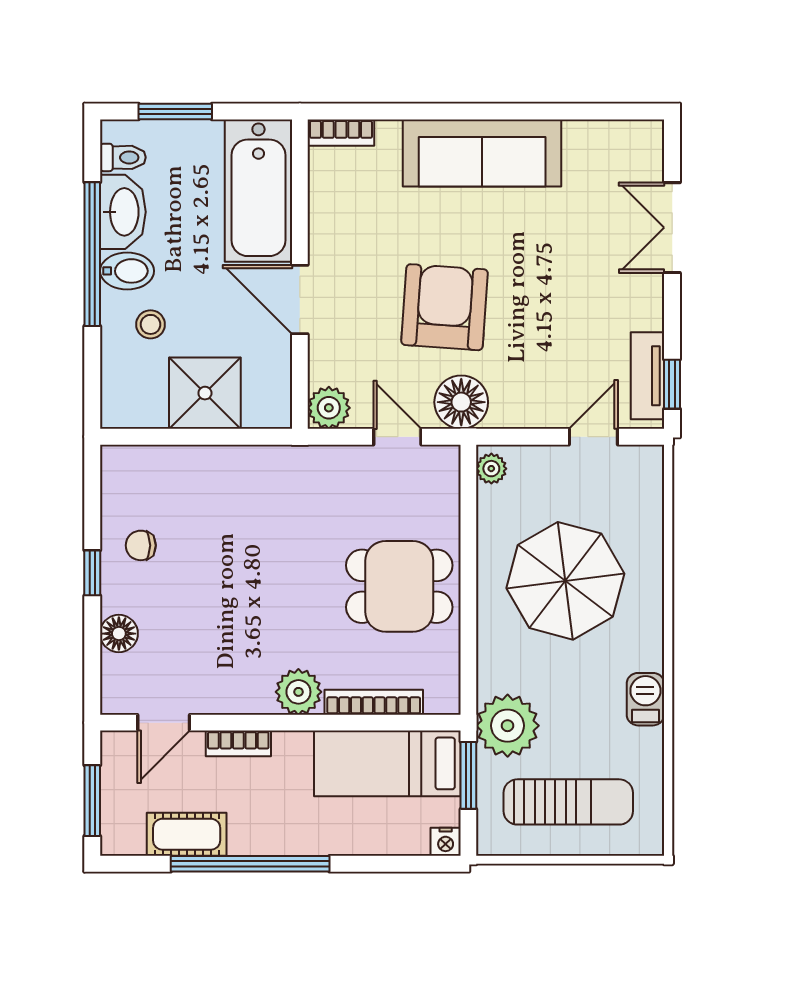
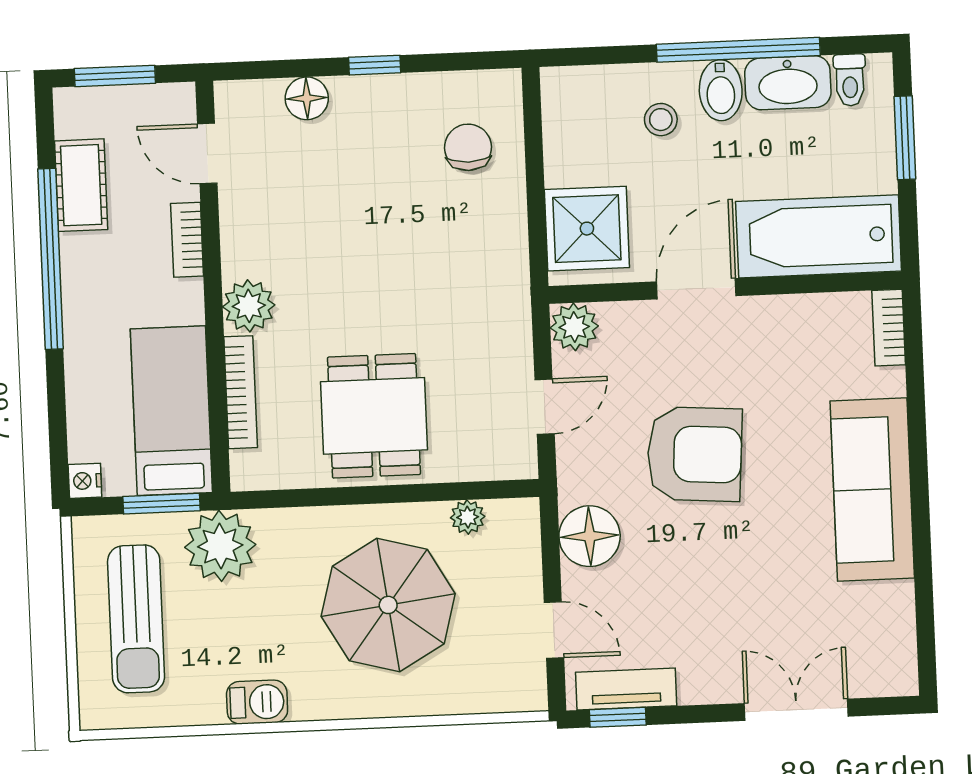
shower: (205, 393) -> (587, 229), moved
floor lamp: (461, 402) -> (590, 536), moved
plant: (491, 469) -> (468, 517), moved
chair: (141, 545) -> (468, 147), moved, width x1.37, depth x1.37

